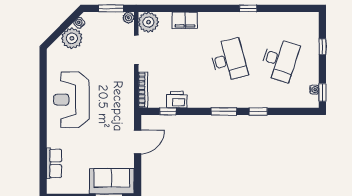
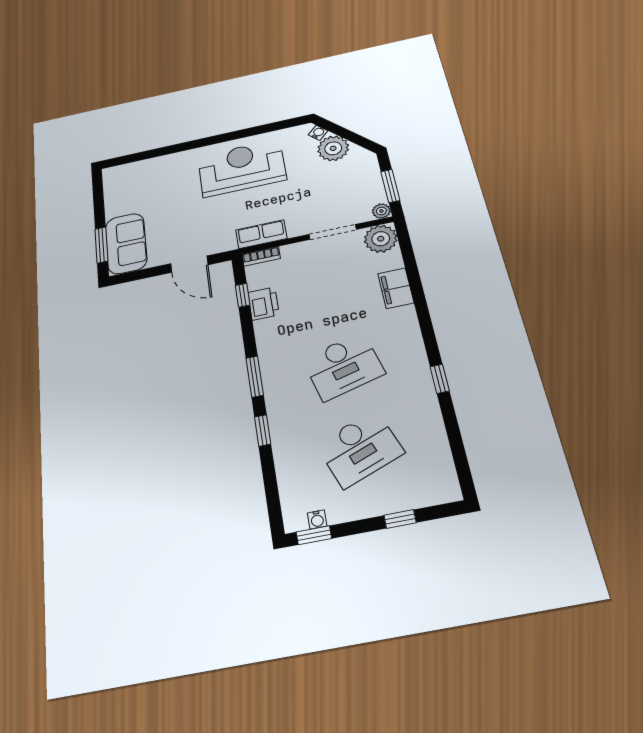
water cooler: (79, 23) -> (318, 133), moved
desk: (280, 60) -> (360, 449), turned -39
bookcase: (143, 90) -> (261, 256), width x0.64
row of seats: (54, 163) -> (261, 234), moved, turned 180

